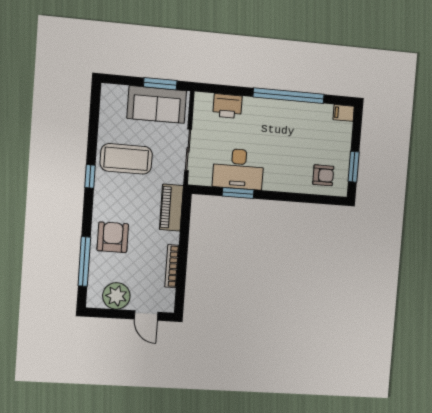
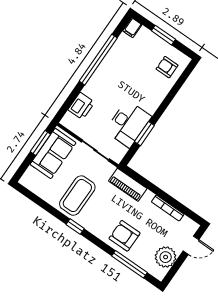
window: (354, 167) -> (163, 35), moved
armchair: (323, 175) -> (167, 67), turned -90

